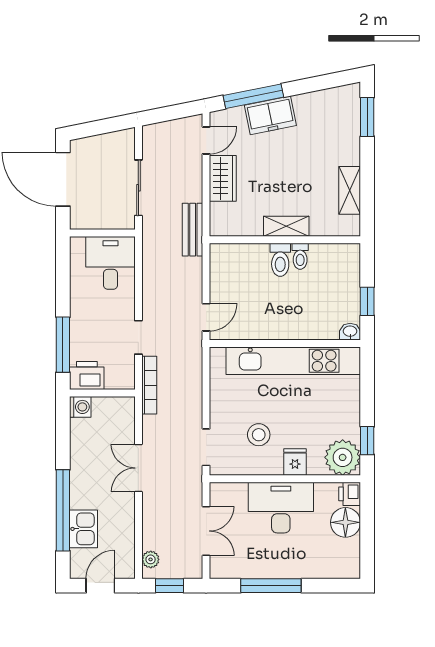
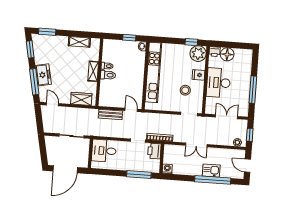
window: (325, 82) -> (30, 49), added
wardrobe: (223, 178) -> (81, 99), moved
bench: (193, 230) -> (110, 114), moved
printer: (87, 375) -> (154, 151), moved
kitchen sink: (84, 529) -> (211, 171), moved

